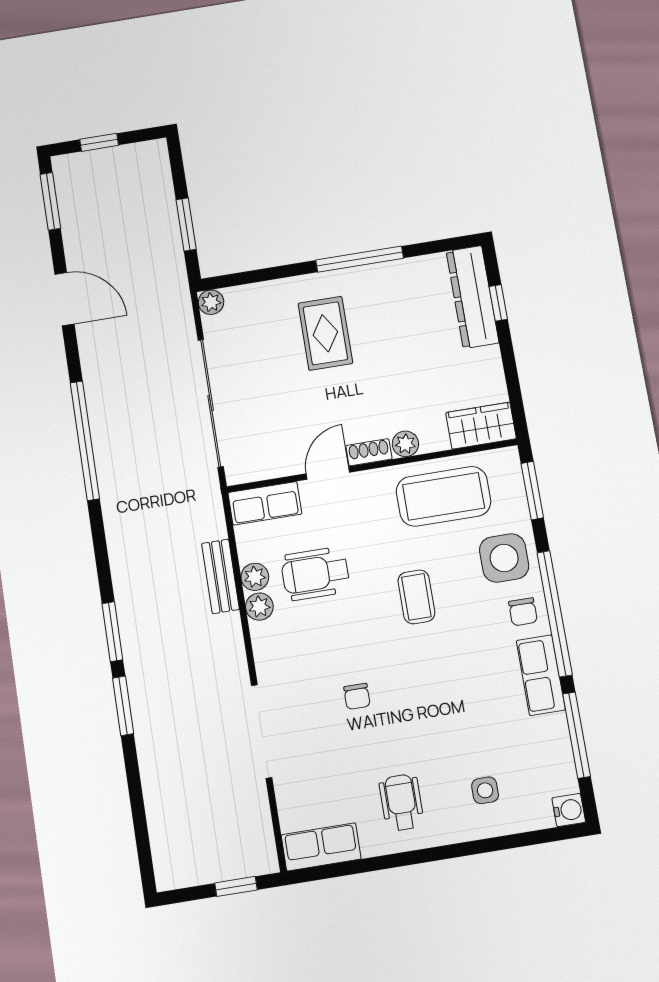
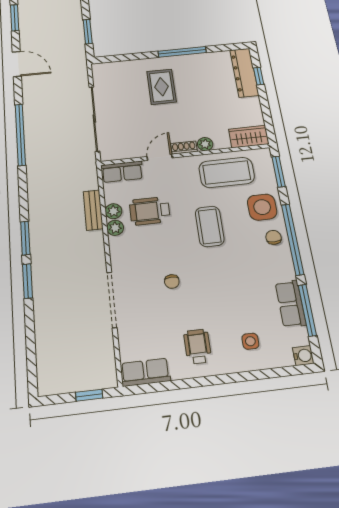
plant: (211, 302) -> (98, 69), removed
coffee table: (416, 597) -> (210, 226), width x1.36, depth x1.30
chair: (523, 612) -> (274, 237), turned 180
row of seats: (541, 675) -> (291, 304), moved

